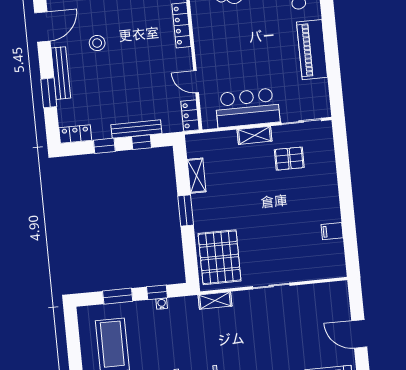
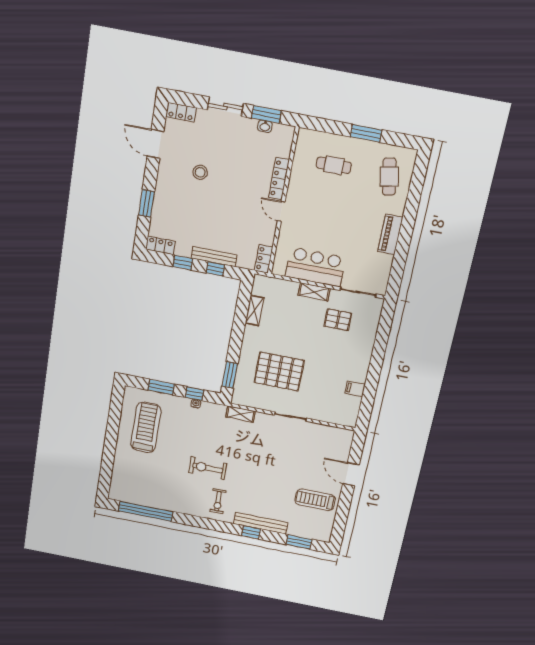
door: (42, 27) -> (155, 144), swing flipped
piano: (312, 50) -> (390, 234), width x0.73, depth x0.75
bench: (61, 73) -> (161, 189), removed
door: (196, 82) -> (281, 211), moved
window: (186, 211) -> (230, 375), moved
pallet: (220, 257) -> (279, 372), moved, turned 90

